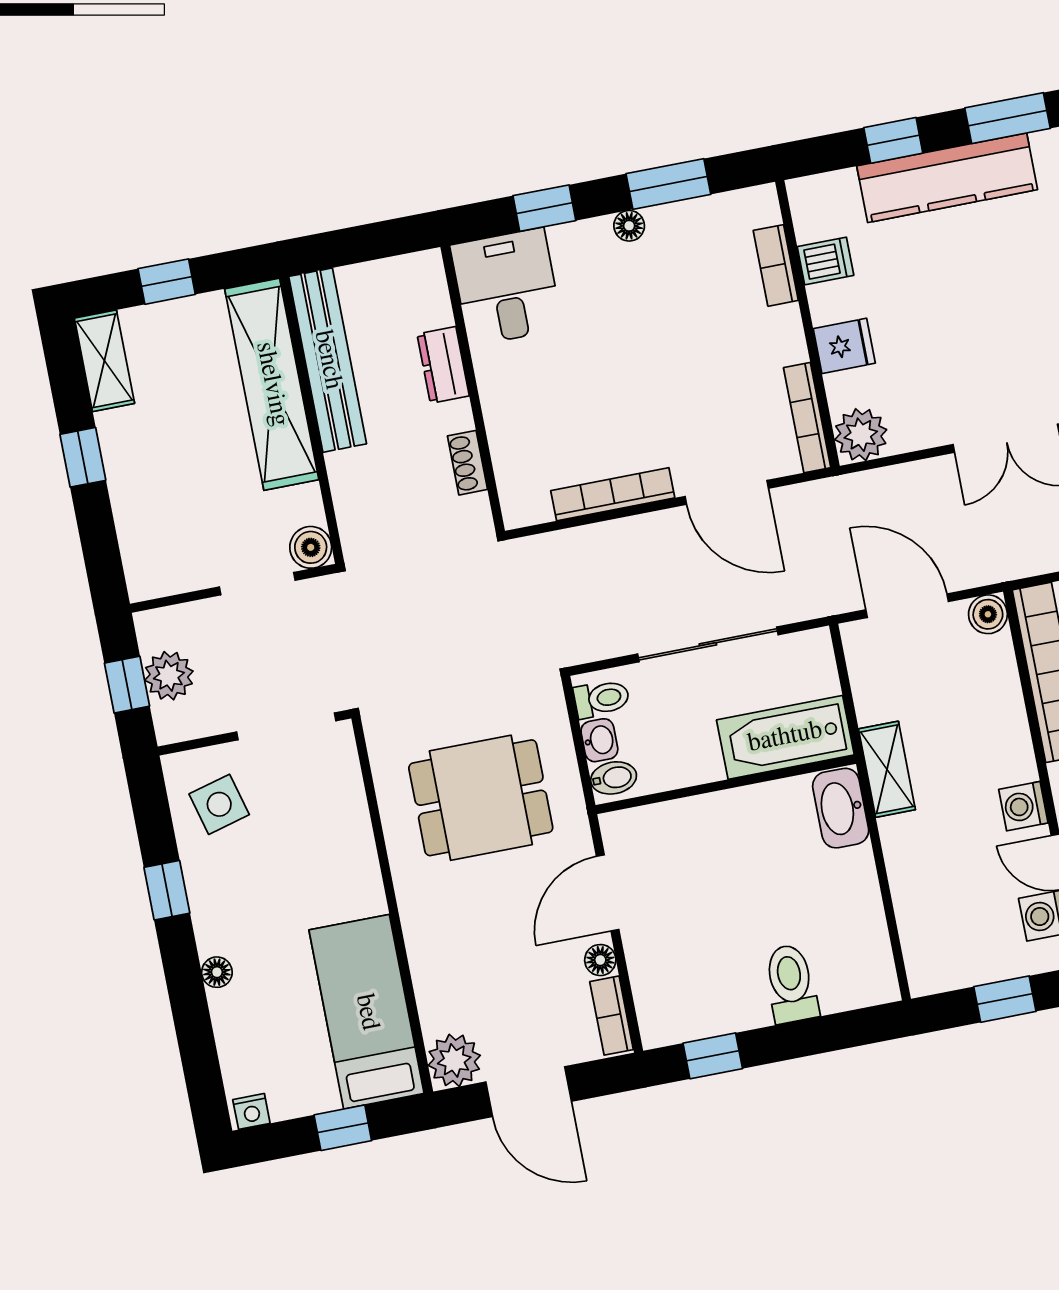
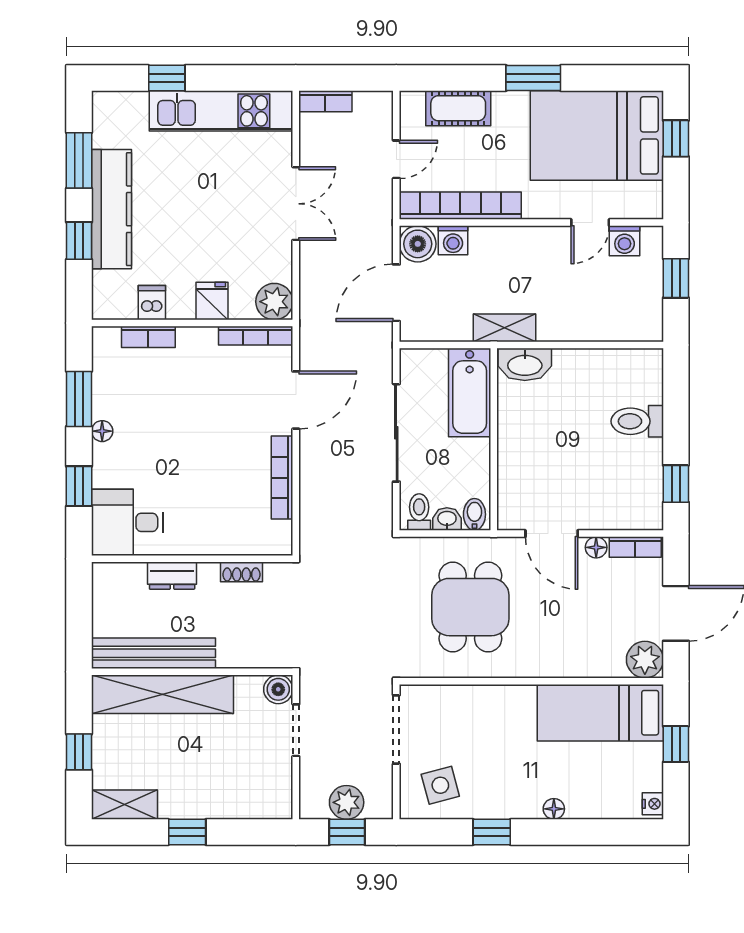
boiler: (988, 614) -> (418, 244), width x1.36, depth x1.36
washing machine: (1023, 806) -> (453, 240), moved

